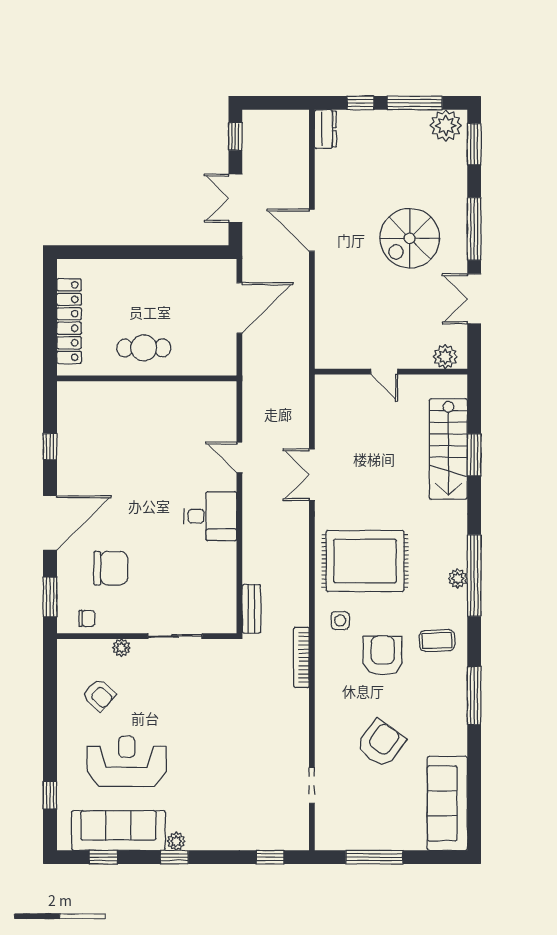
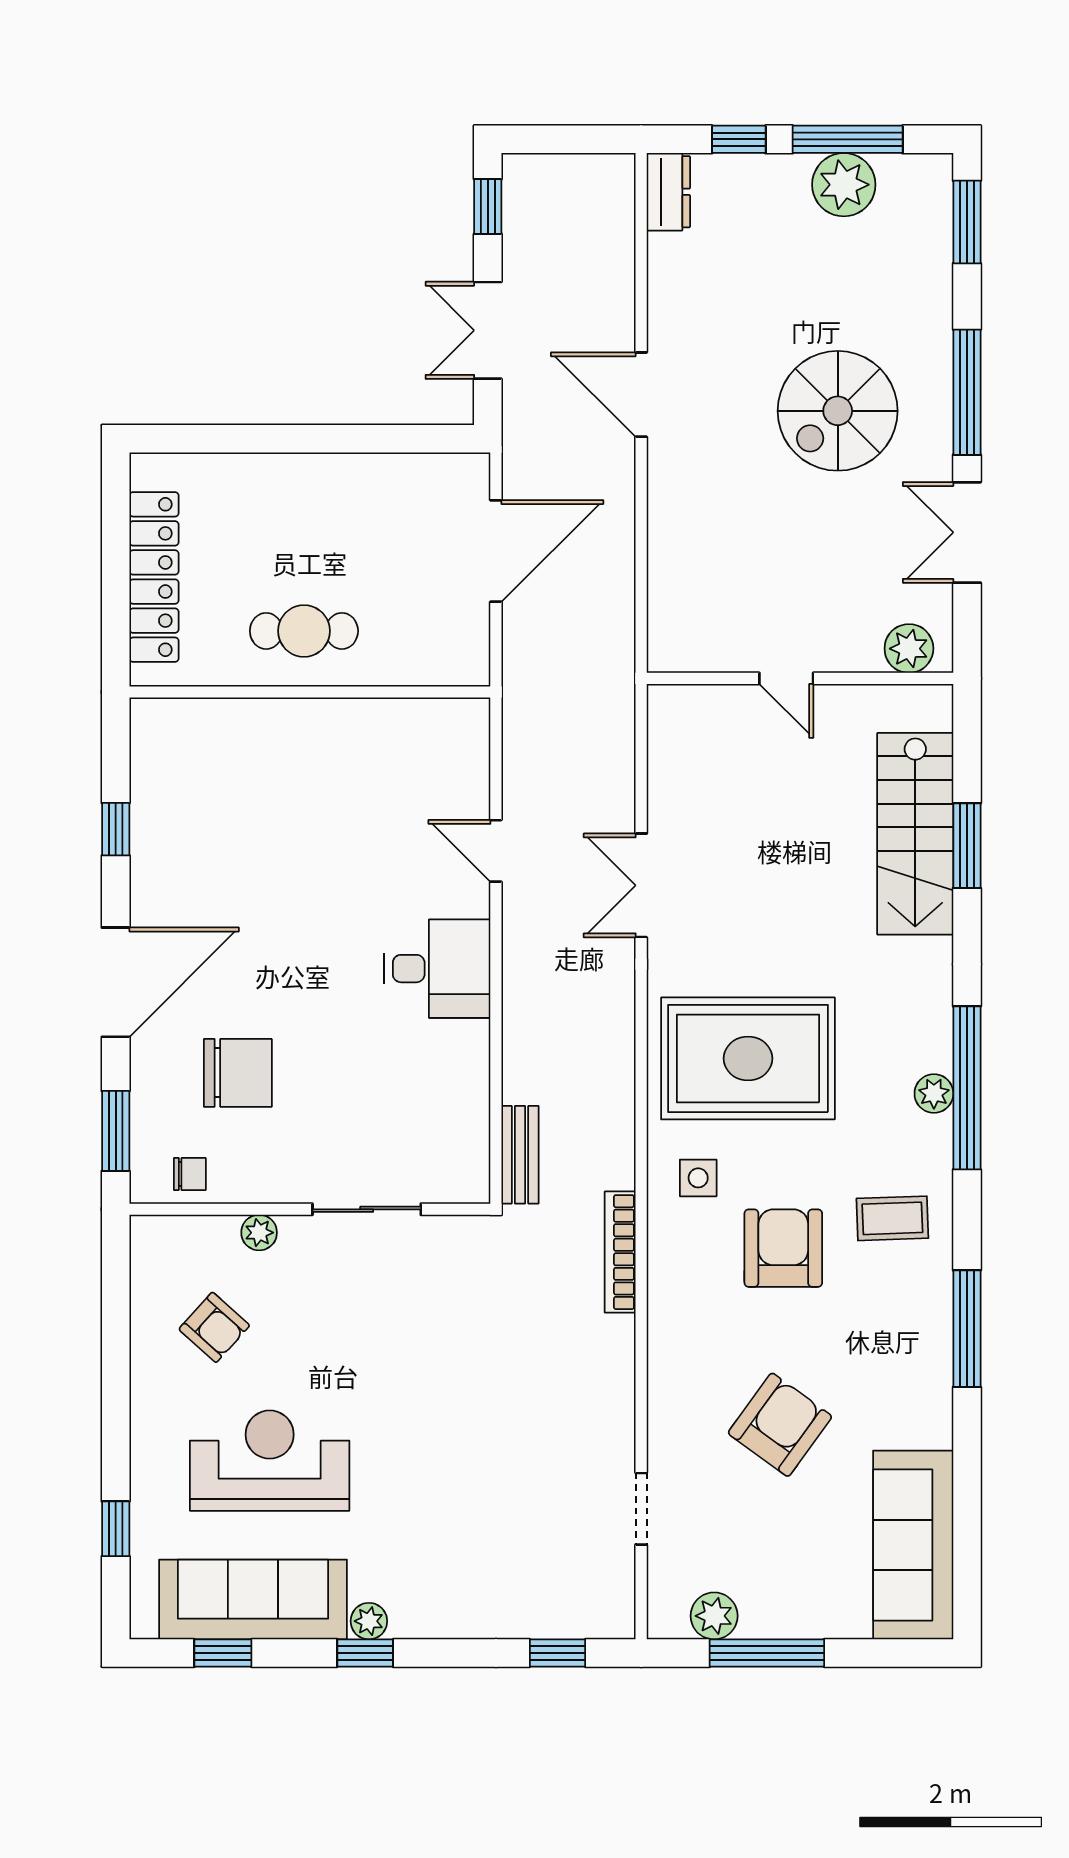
plant: (446, 126) -> (844, 185), moved
plant: (348, 839) -> (714, 1616), added

